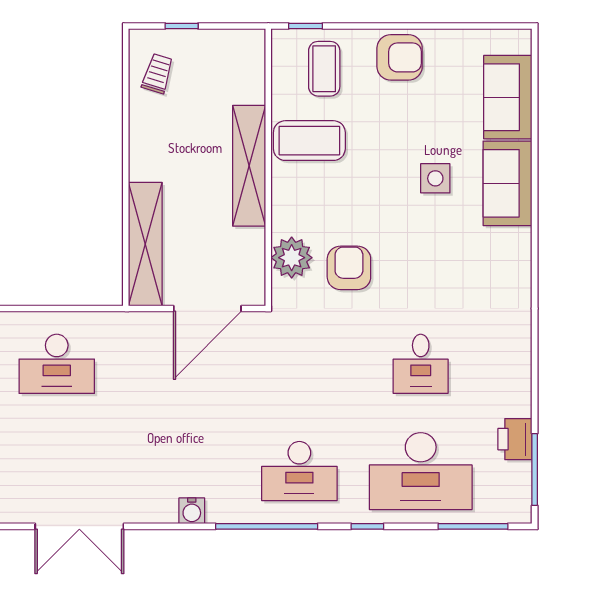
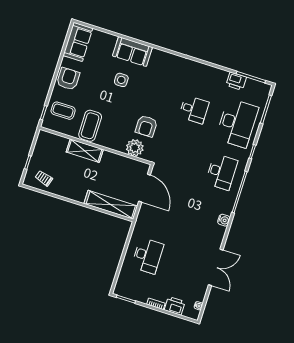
sofa: (508, 97) -> (78, 42), moved, turned -90
shelving: (249, 166) -> (85, 151), width x0.68
armchair: (349, 268) -> (146, 126), turned -90

